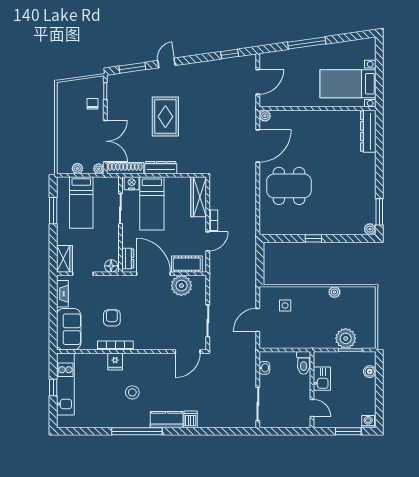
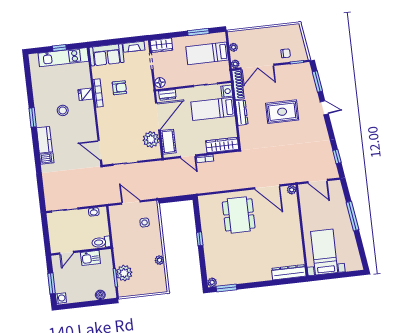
window: (137, 431) -> (33, 117), width x0.47

